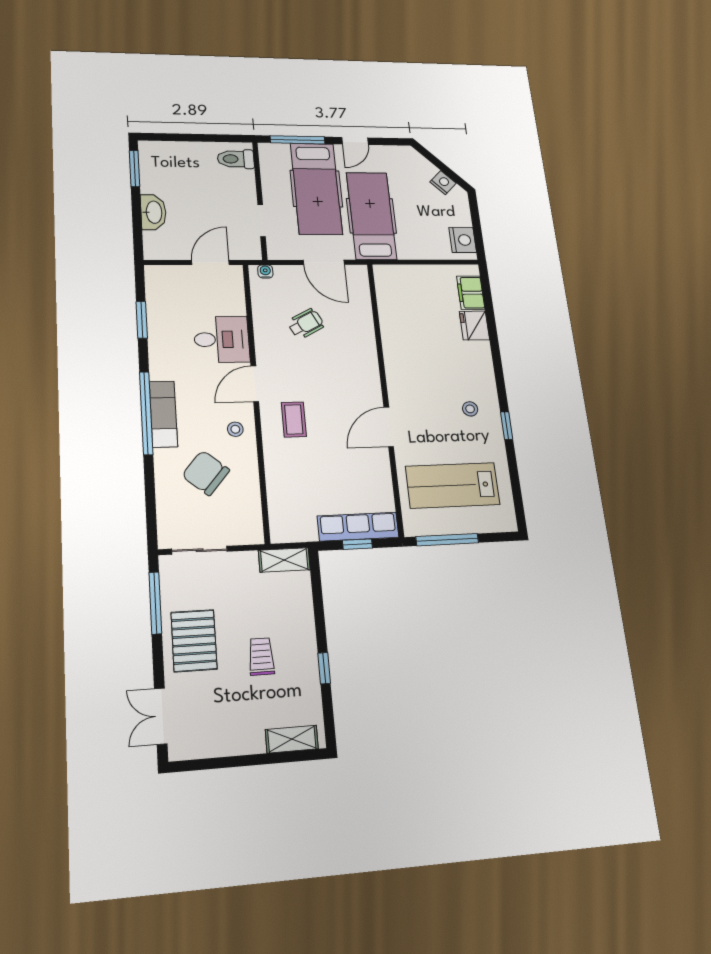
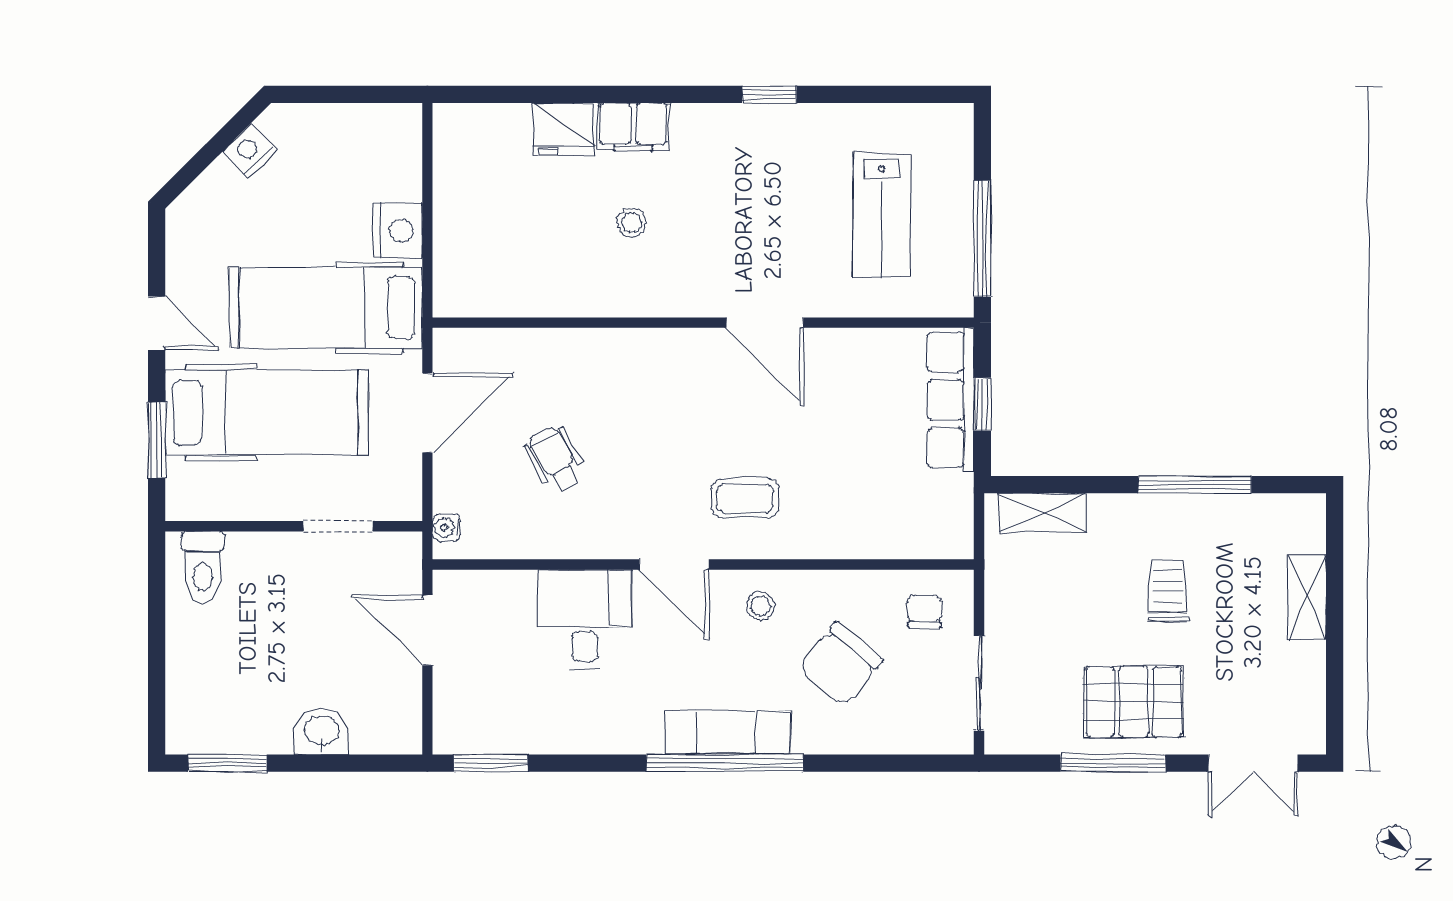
window: (298, 140) -> (157, 440), width x0.69
washbasin: (153, 212) -> (321, 732), width x0.72
nightstand: (463, 240) -> (397, 230), moved, turned 90
filing cabinet: (471, 293) -> (633, 127), moved
window: (142, 320) -> (491, 763), moved
stool: (470, 409) -> (631, 223), moved
lab bench: (453, 485) -> (882, 215), width x0.73, depth x0.72
chair: (239, 518) -> (924, 612), added
shelving: (284, 560) -> (1042, 513), moved, turned 90
window: (155, 603) -> (1113, 763), moved
trolley: (261, 656) -> (1167, 590), turned 90
window: (324, 668) -> (1195, 485), width x2.17
shelving: (292, 739) -> (1307, 597), moved

